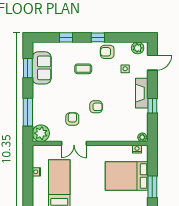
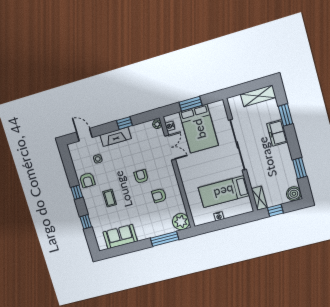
plant: (138, 48) -> (75, 153), removed
window: (28, 68) -> (124, 249), removed
double door: (74, 143) -> (170, 148), moved
window: (152, 187) -> (191, 104), moved

